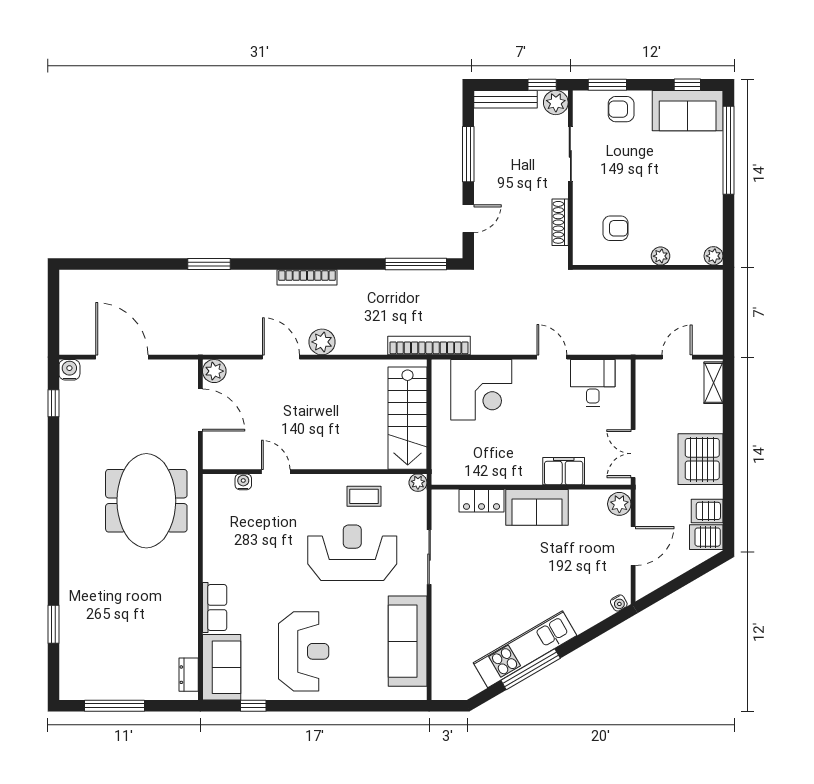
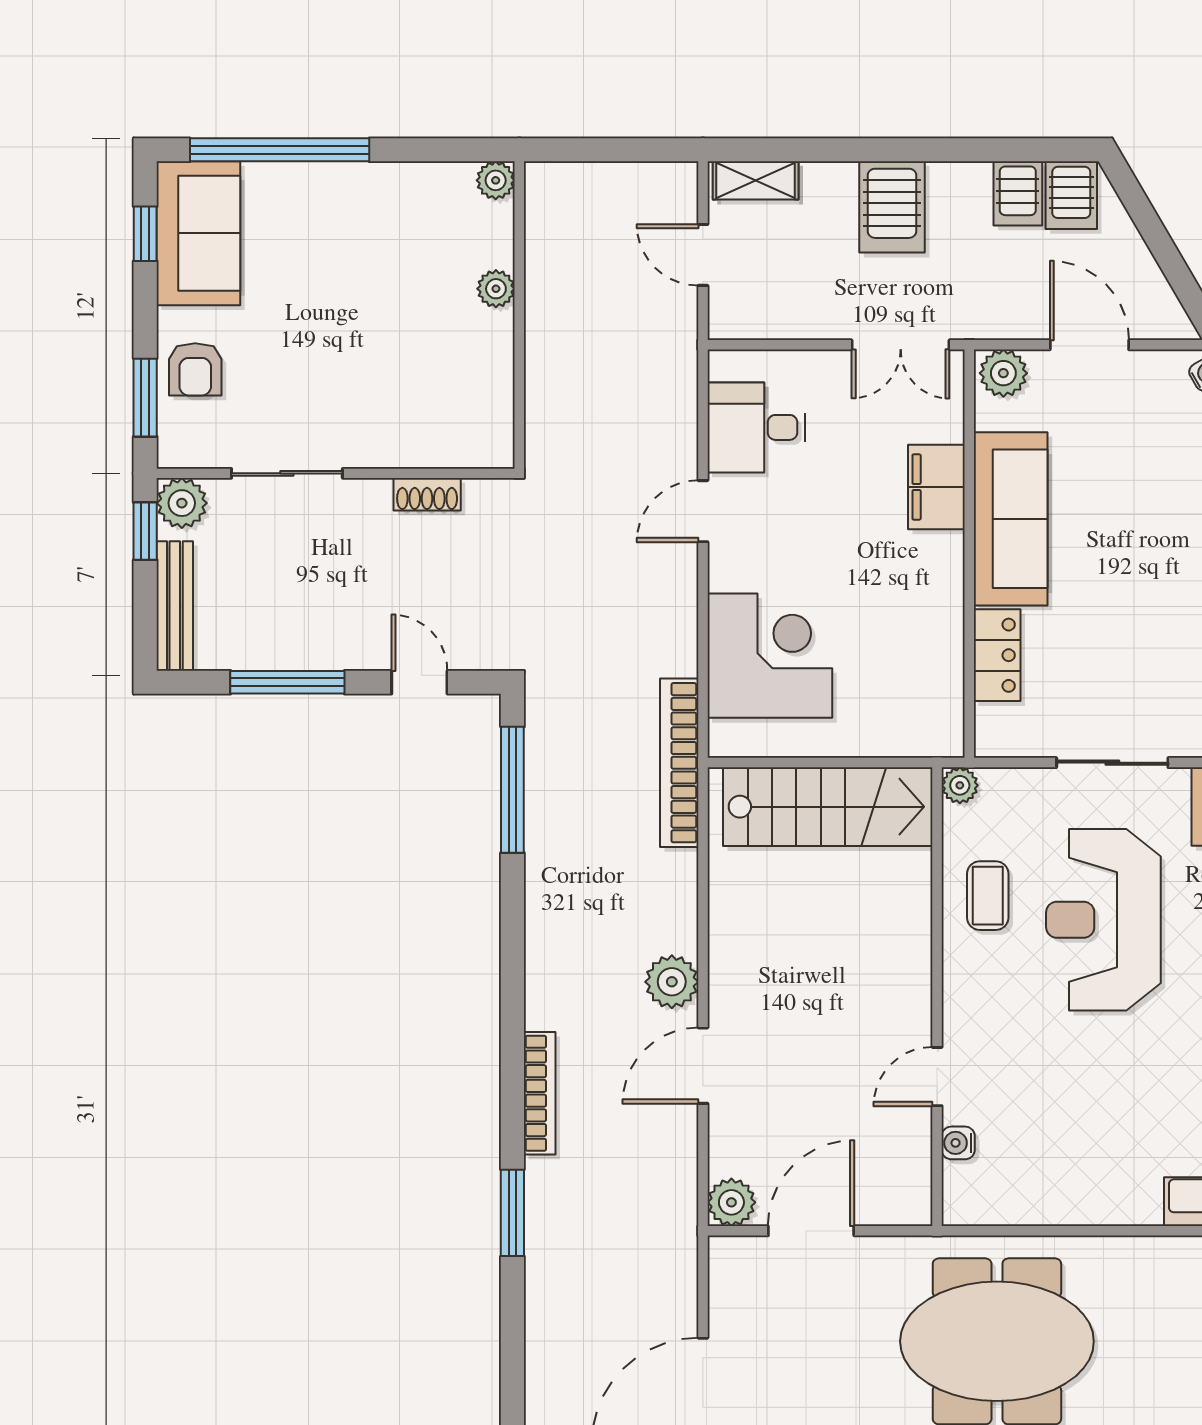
shoe rack: (560, 222) -> (427, 494), width x0.70
armchair: (616, 228) -> (439, 381), removed
bookcase: (307, 277) -> (540, 1093), moved
server rack: (700, 459) -> (892, 207), width x0.62
sofa: (537, 507) -> (1011, 519), width x1.36

